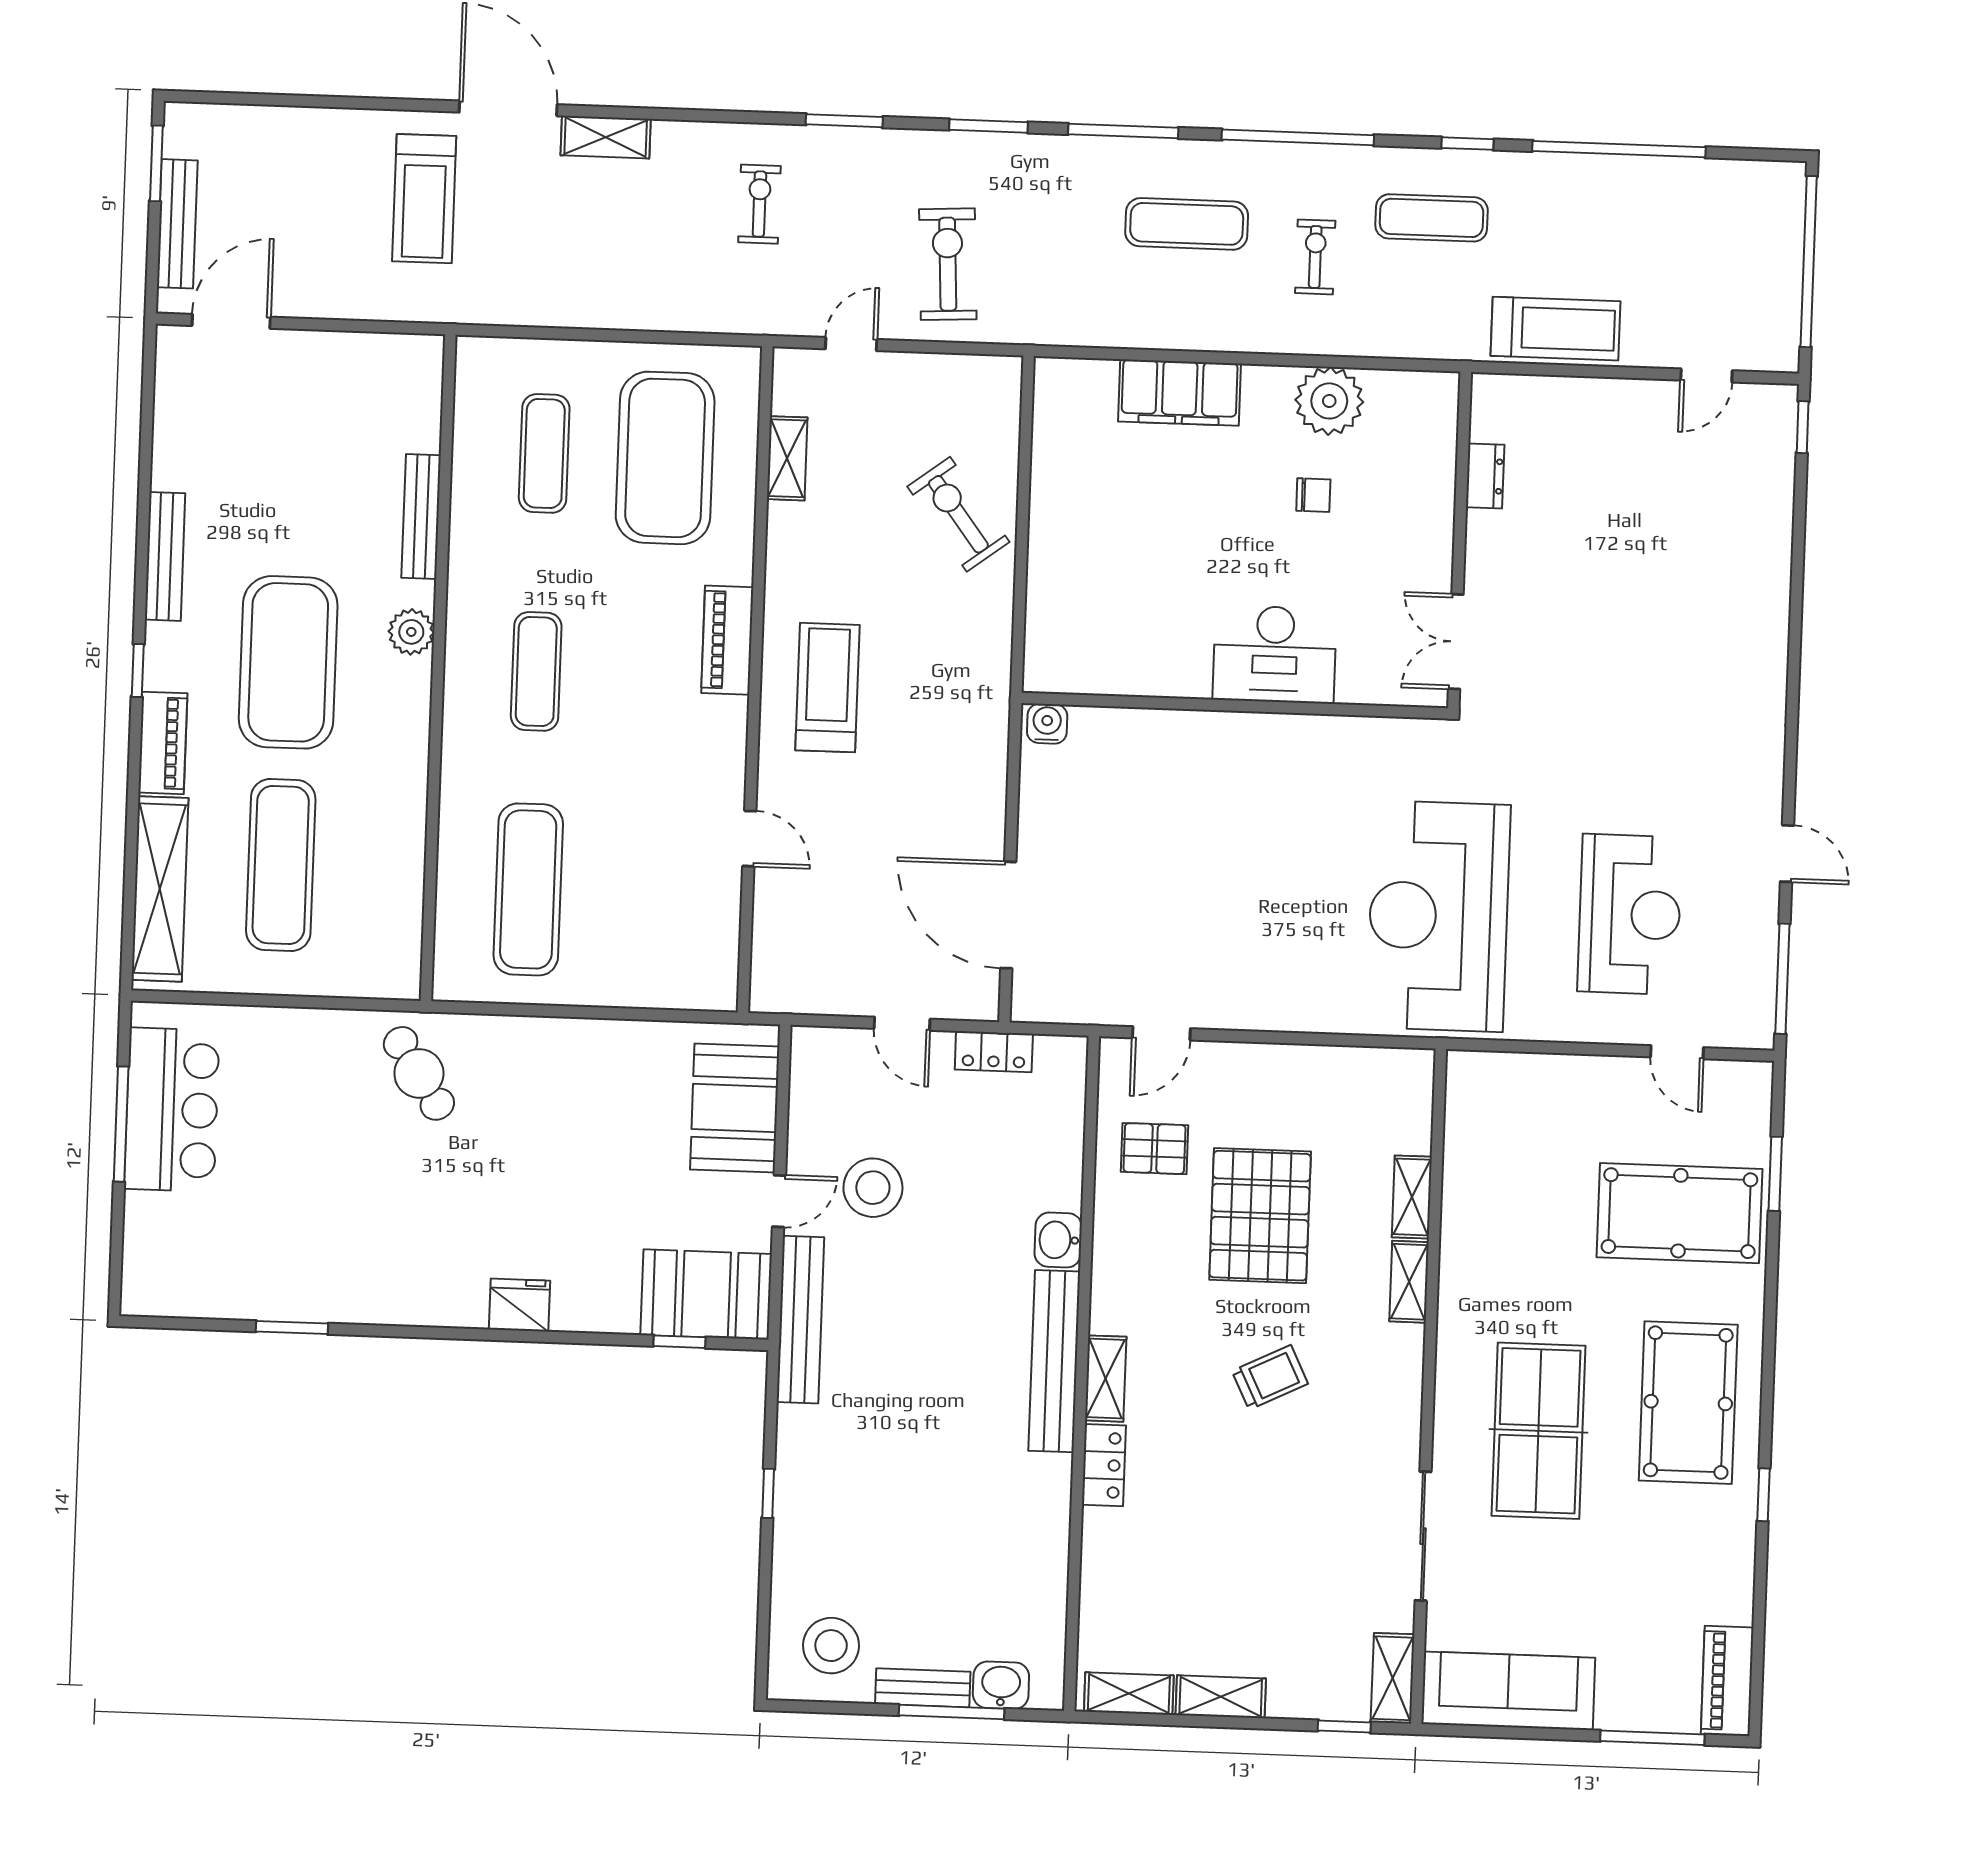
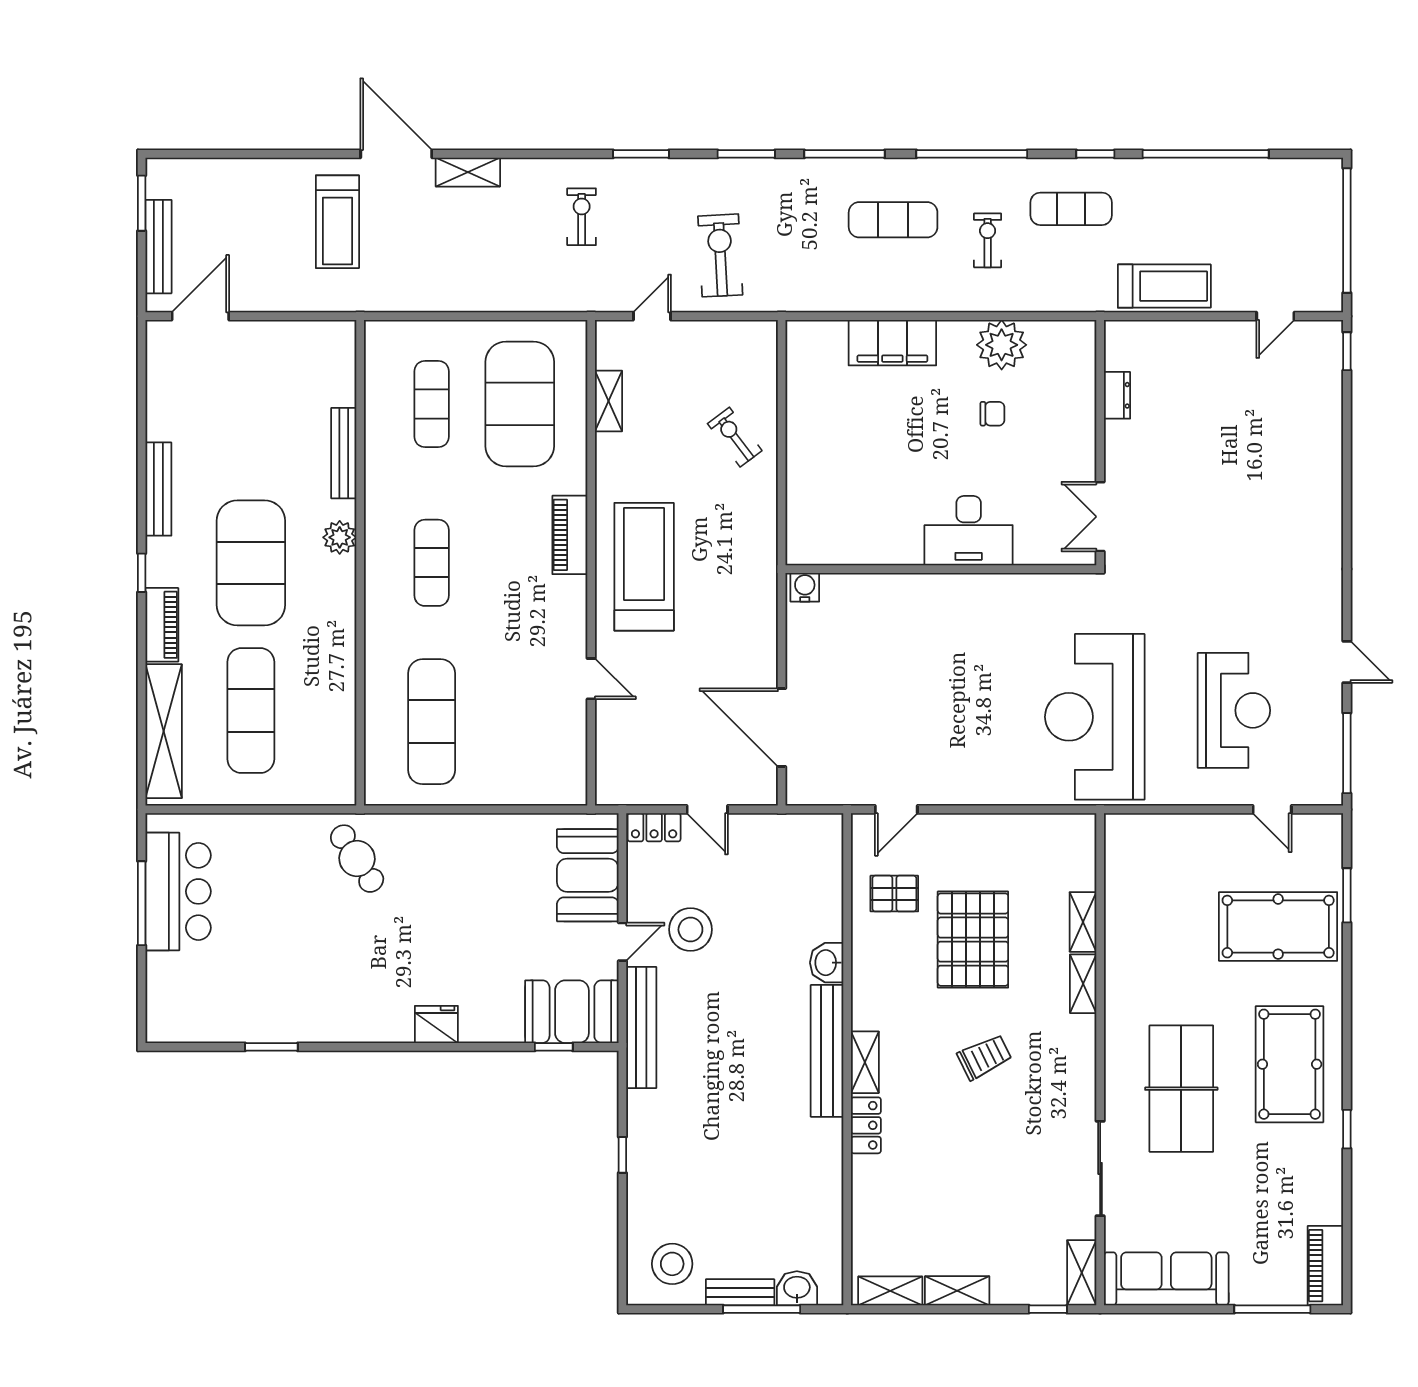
exercise bike: (958, 514) -> (735, 437), width x0.73, depth x0.72
treadmill: (827, 688) -> (644, 567), width x1.37, depth x1.38
locker: (994, 1052) -> (654, 827), moved

